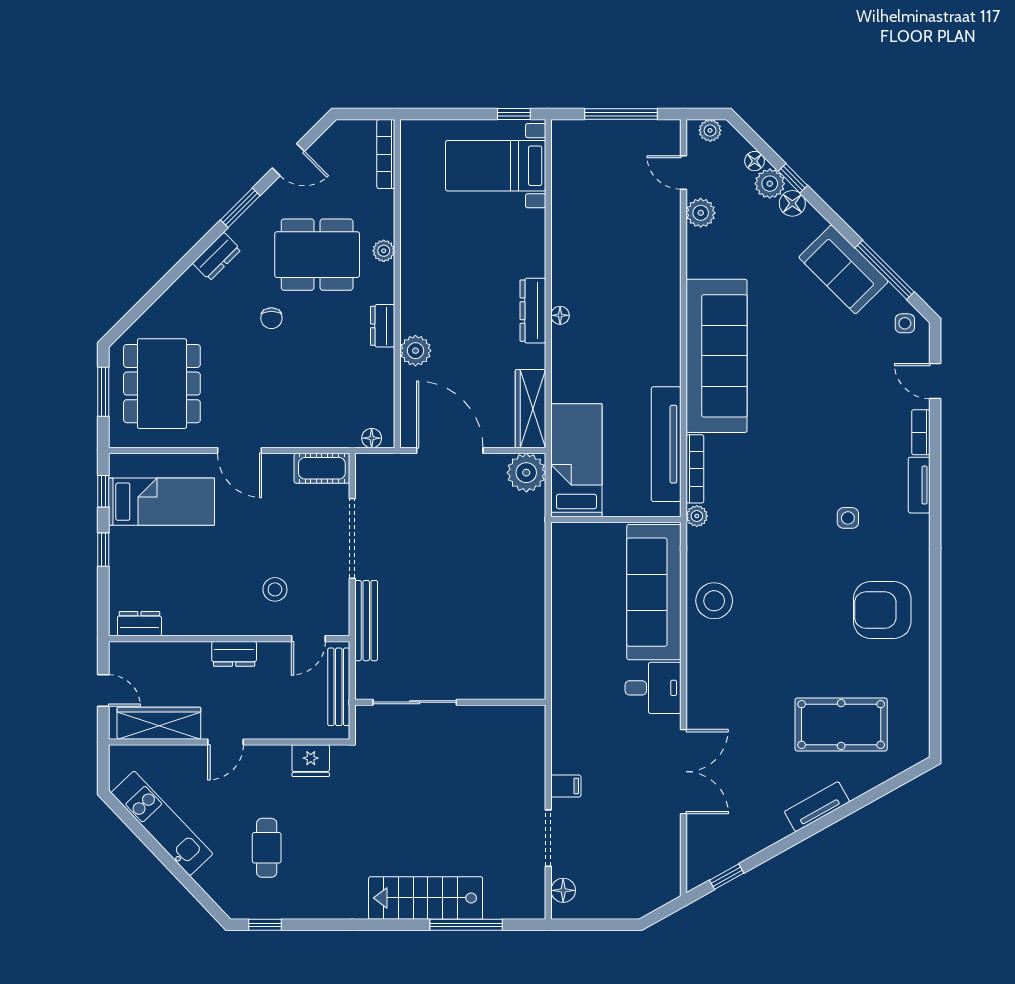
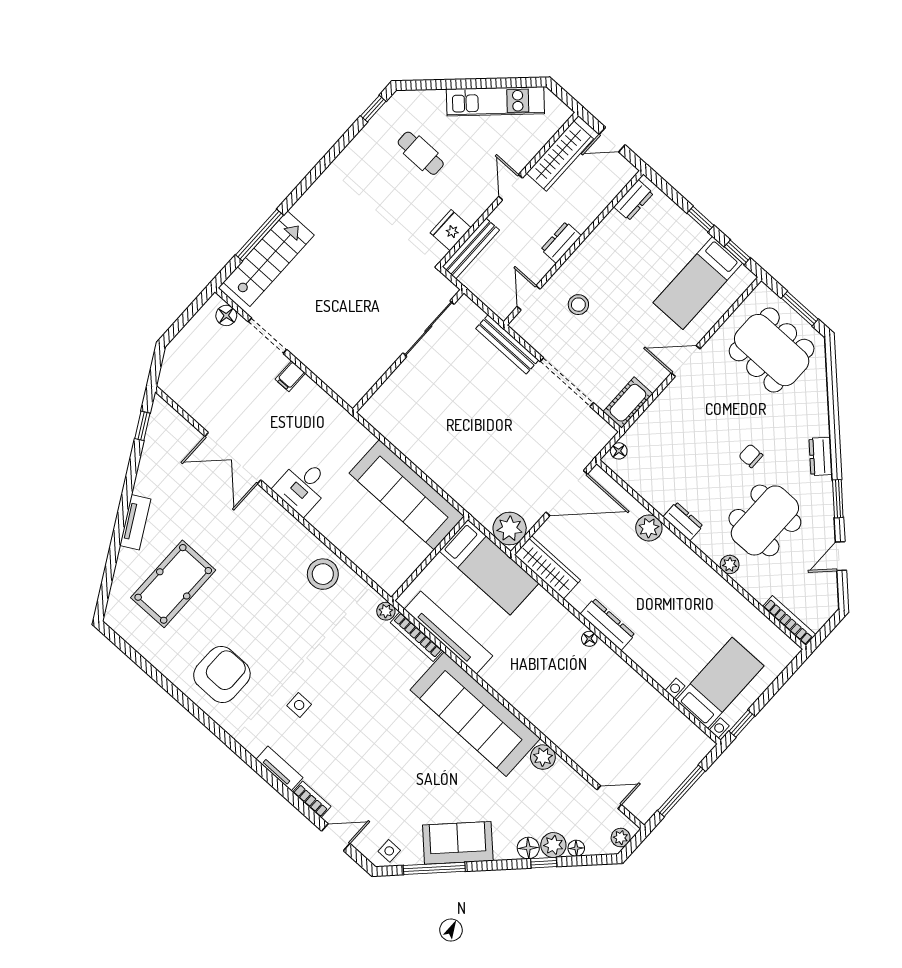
plant: (701, 213) -> (543, 757), moved
sofa: (654, 592) -> (407, 495), moved, turned 180
bench: (339, 687) -> (471, 248), moved, turned 90
stairs: (426, 898) -> (269, 259), moved

